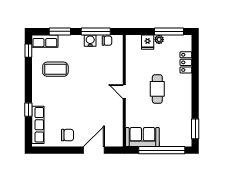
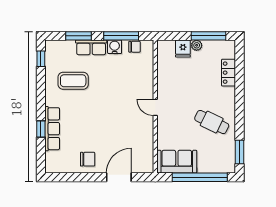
row of seats: (45, 41) -> (91, 47), moved
cafe table: (157, 89) -> (212, 122), moved, turned -64
row of seats: (38, 125) -> (52, 129), moved

